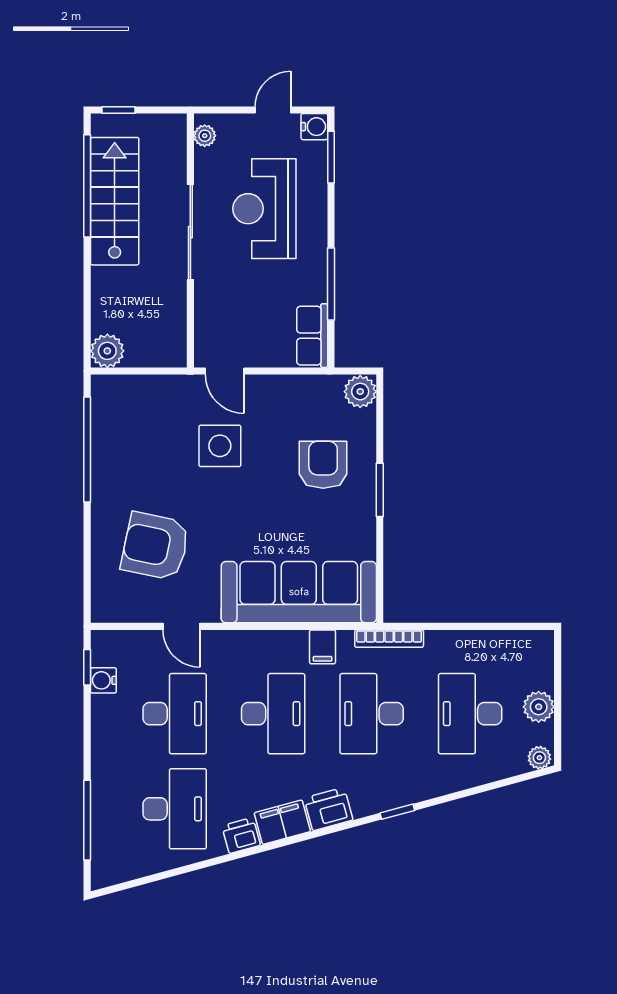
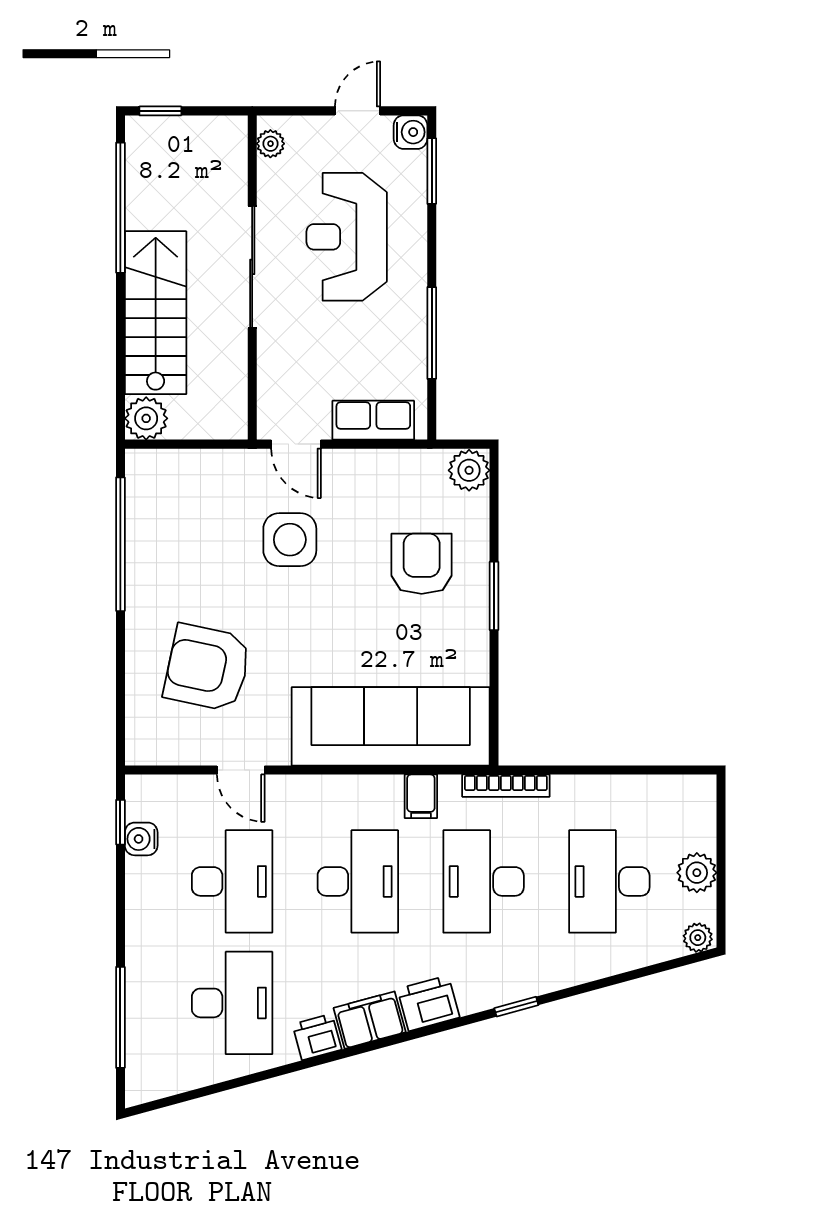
stairs: (115, 201) -> (156, 313), moved
row of seats: (312, 336) -> (373, 420), moved, turned 90

